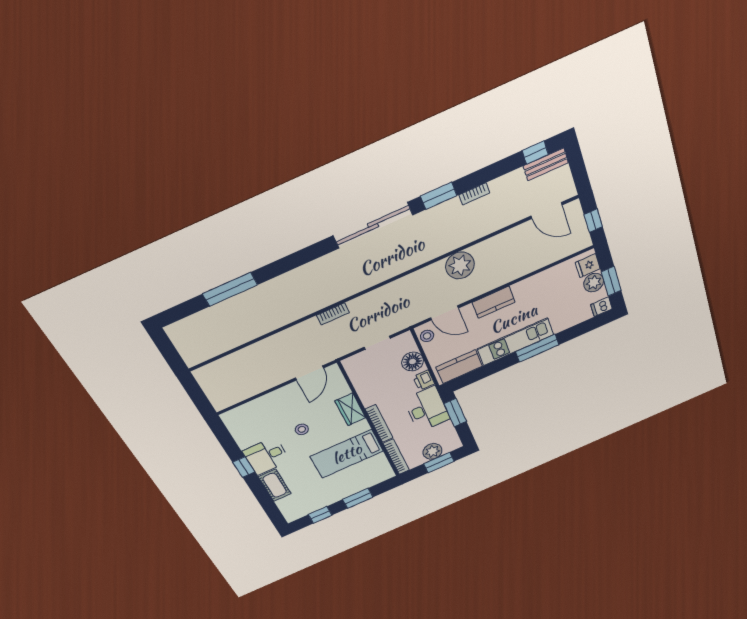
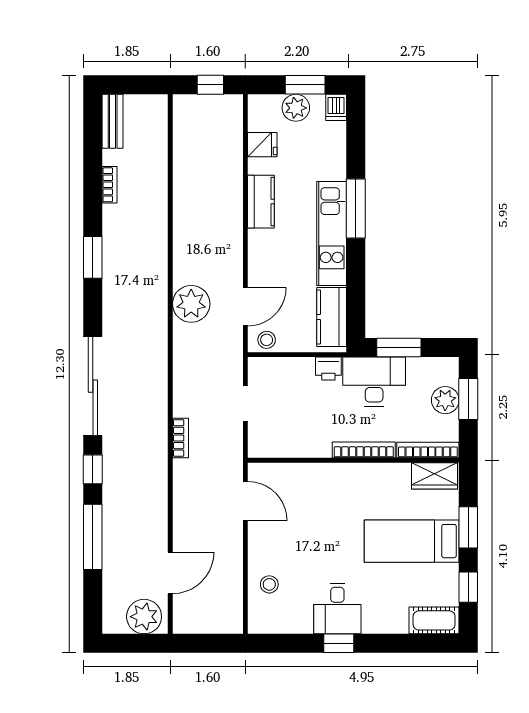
window: (535, 153) -> (93, 469), moved
bookcase: (474, 194) -> (110, 185), moved
door: (547, 211) -> (170, 573), moved
sliding door: (373, 225) -> (93, 386), moved
plant: (460, 265) -> (191, 304), moved
fridge: (588, 266) -> (262, 145), moved, turned -90
kitchen counter: (494, 302) -> (261, 202), moved
plant: (192, 348) -> (144, 617), added
floor lamp: (413, 362) -> (294, 372), removed
wardrobe: (350, 409) -> (434, 476), moved
stool: (302, 429) -> (269, 584), moved
bed: (347, 454) -> (412, 541), moved, turned 90
cot: (275, 485) -> (434, 620), moved

